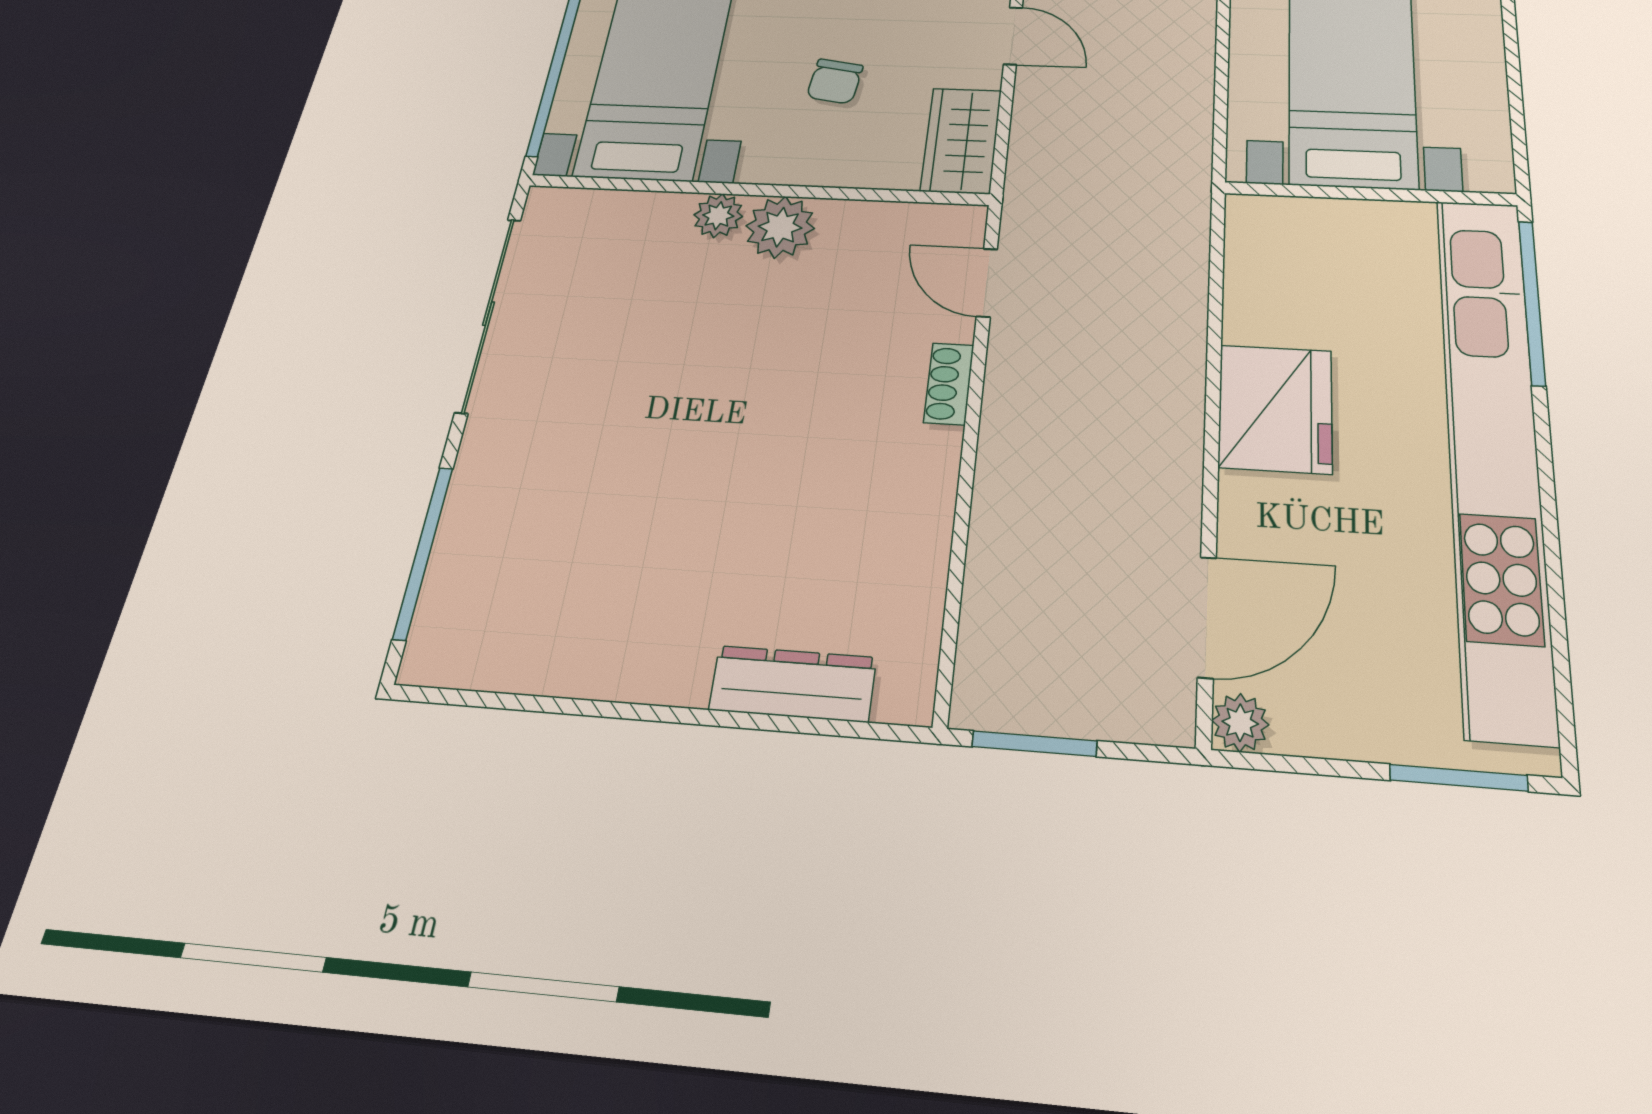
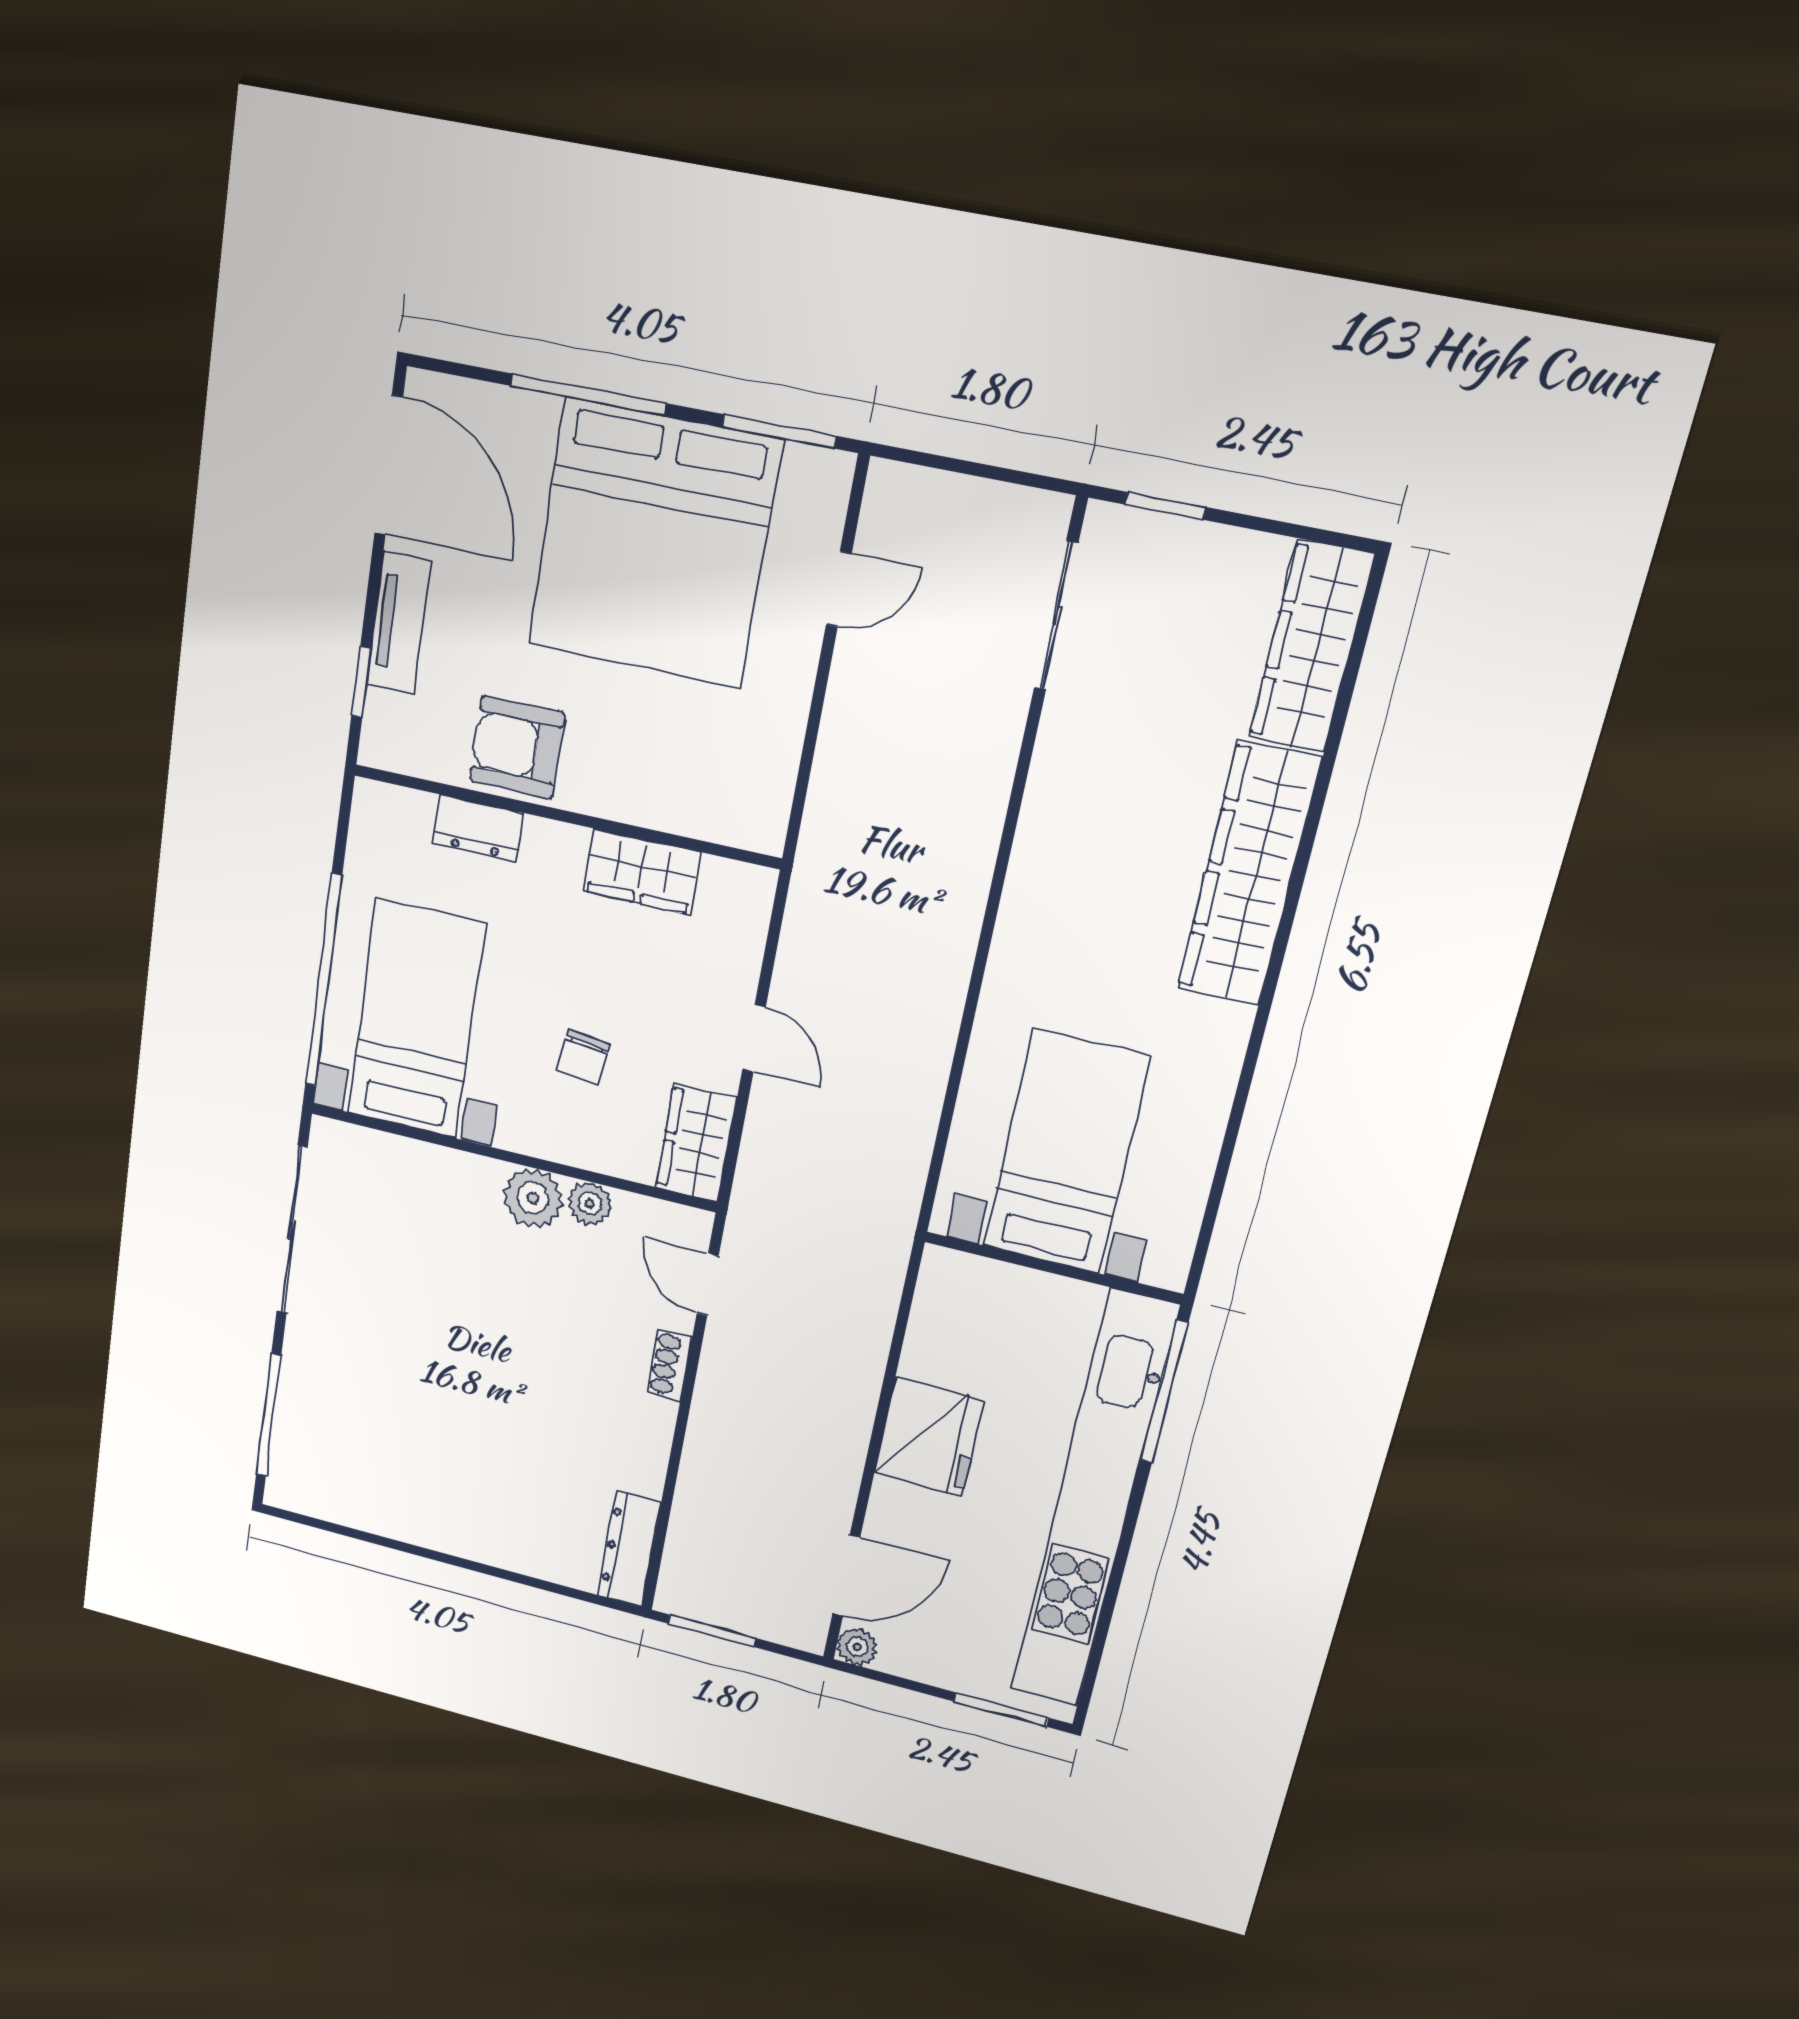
plant: (718, 216) -> (590, 1204), moved
dresser: (793, 684) -> (629, 1549), moved, turned -90

